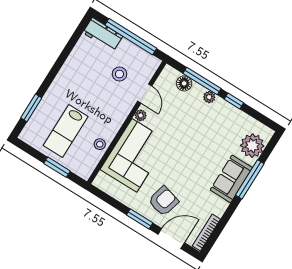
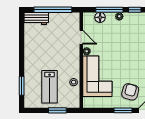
stool: (119, 74) -> (60, 35), removed

